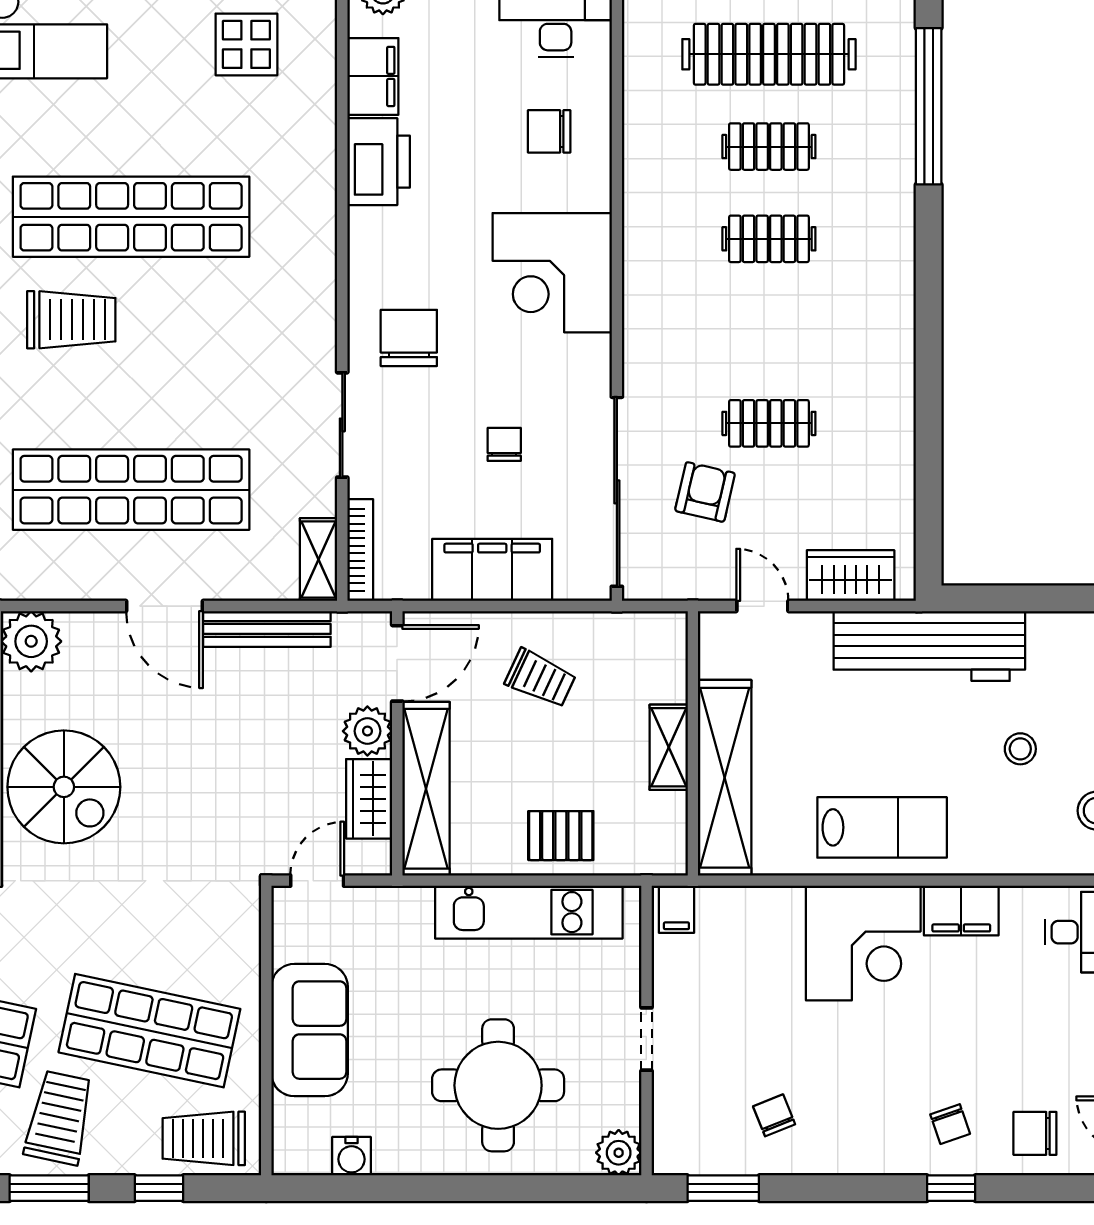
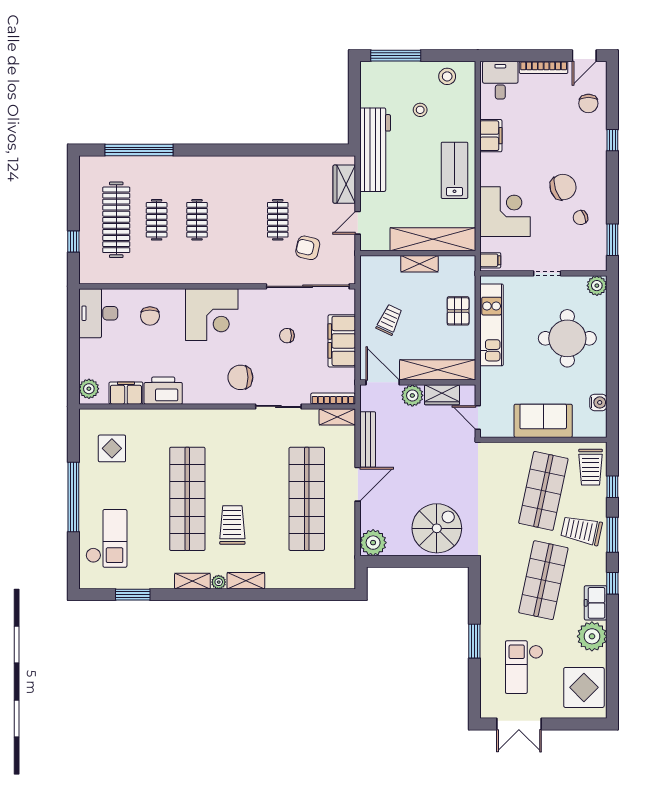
corner desk: (863, 943) -> (505, 212), moved
chair: (950, 1124) -> (563, 187), moved, width x1.87, depth x1.87

